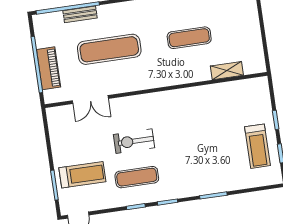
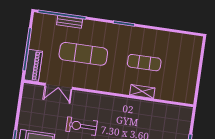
piano: (49, 68) -> (33, 65), moved
shelving: (227, 71) -> (142, 91), moved

